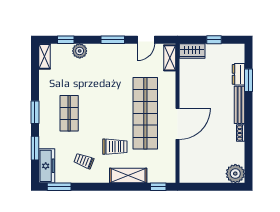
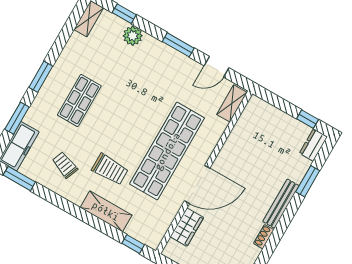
window: (214, 40) -> (308, 119), moved
wardrobe: (192, 51) -> (187, 227), moved, turned -90
dresser: (239, 74) -> (313, 145), moved

